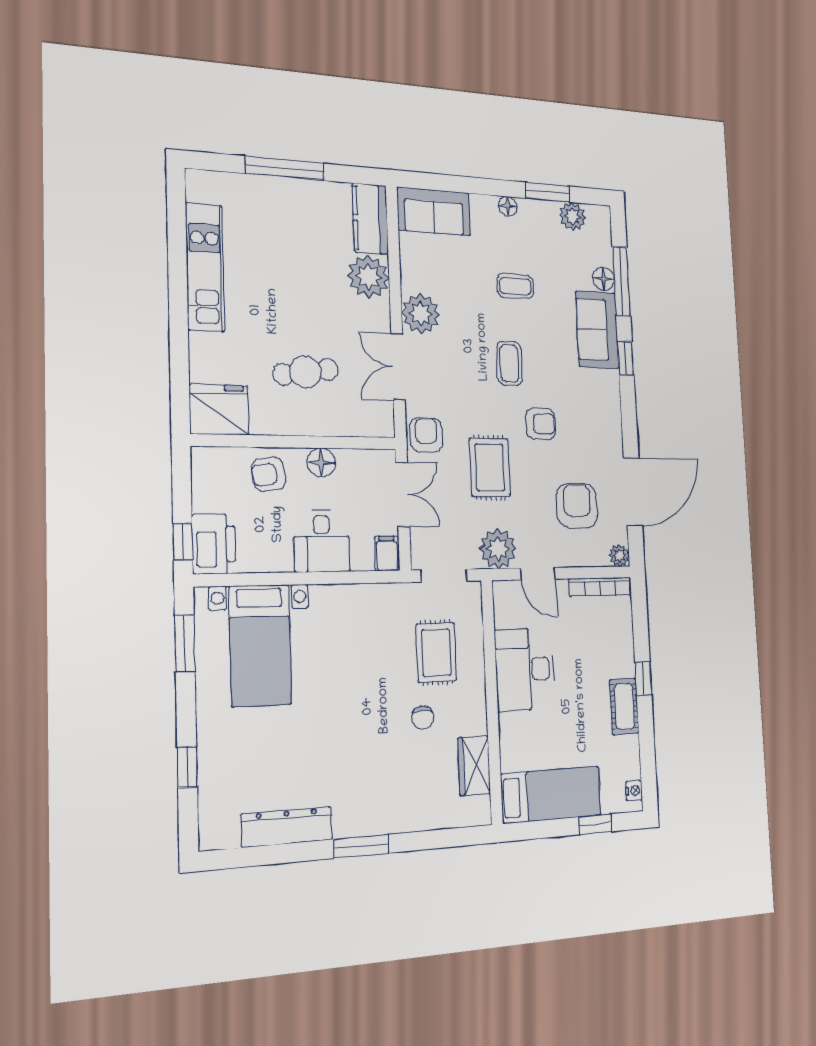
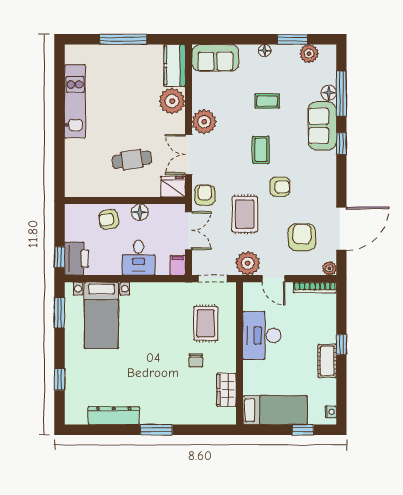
fridge: (219, 410) -> (173, 187), moved, width x0.73, depth x0.75

